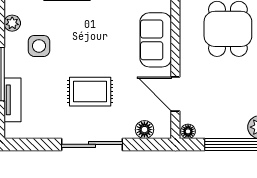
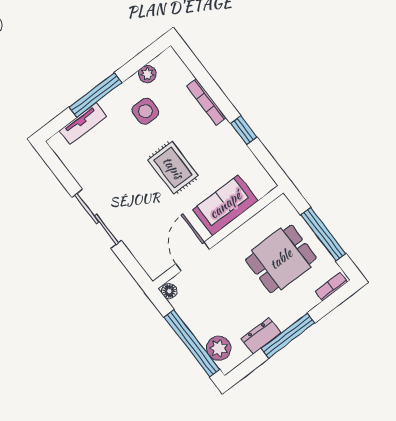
rug: (90, 92) -> (173, 168), moved
floor lamp: (144, 130) -> (143, 253), removed

